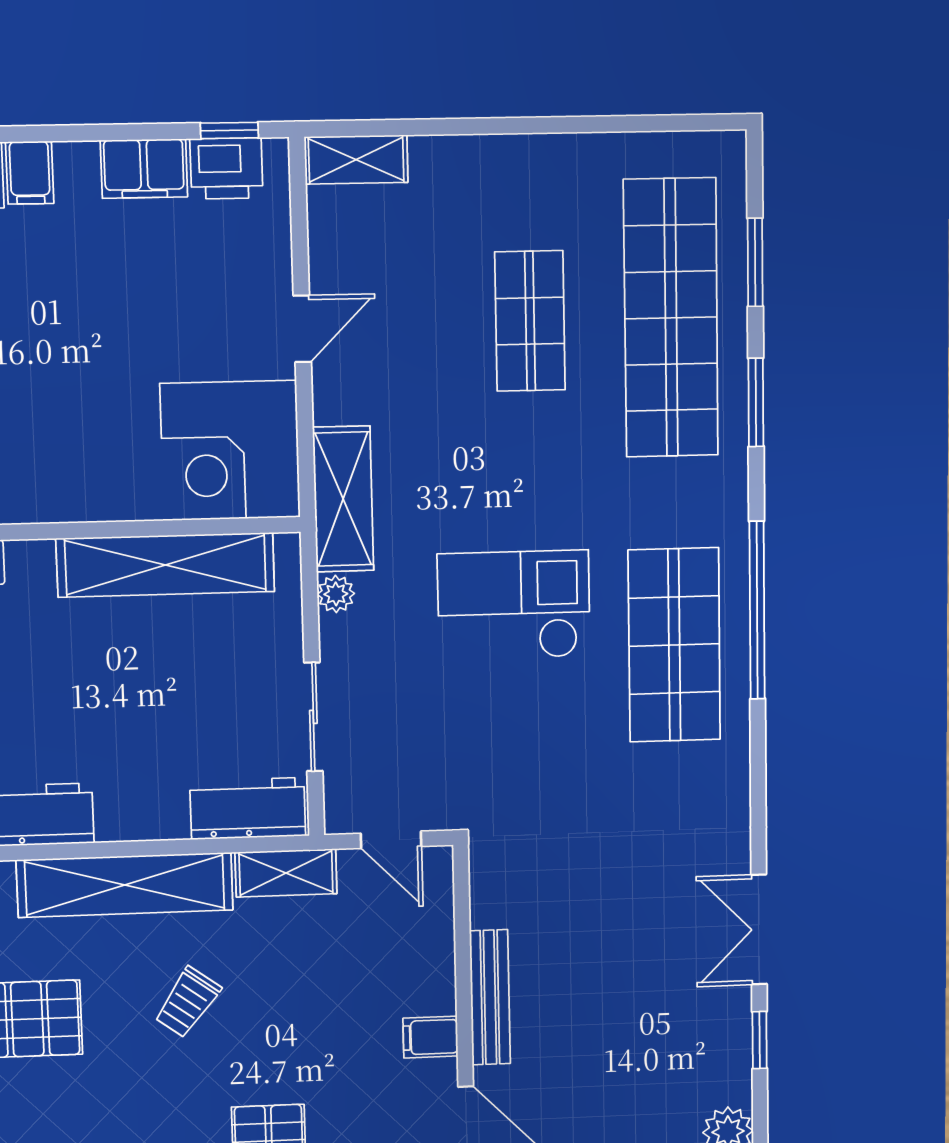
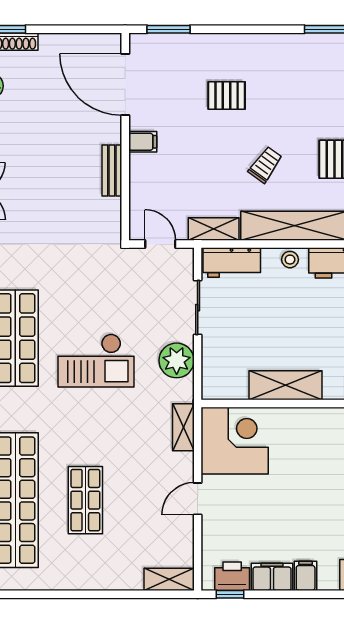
filing cabinet: (30, 173) -> (306, 576), moved
shelving: (343, 499) -> (183, 427), width x0.67, depth x0.75
shelving: (166, 565) -> (285, 385), width x0.68
plant: (336, 594) -> (177, 360), width x1.88, depth x1.88
stool: (131, 818) -> (290, 260), added
bench: (490, 997) -> (112, 171), width x0.73

